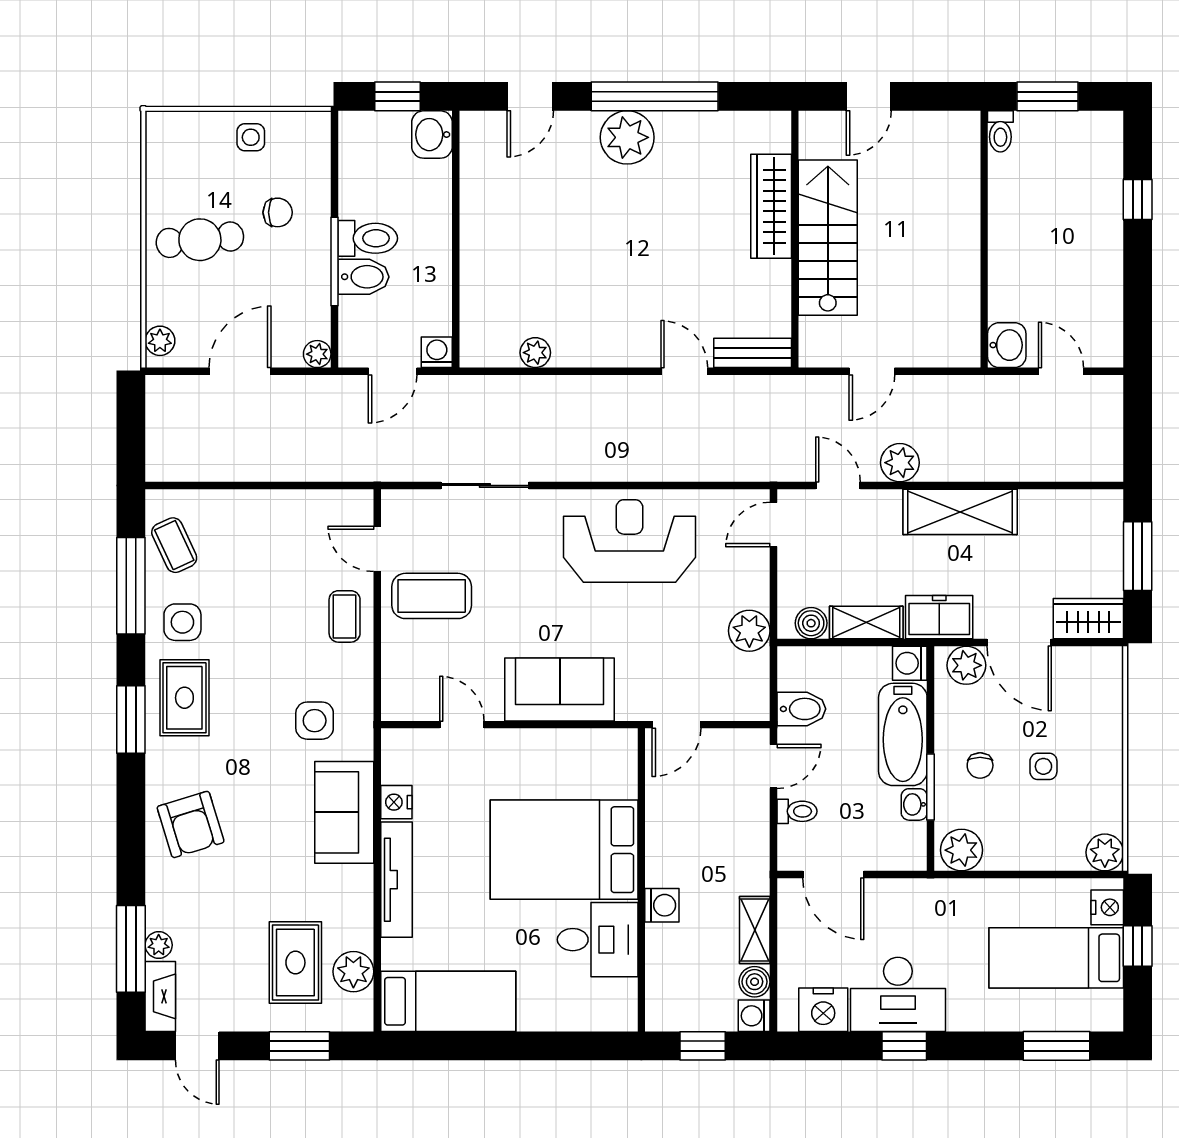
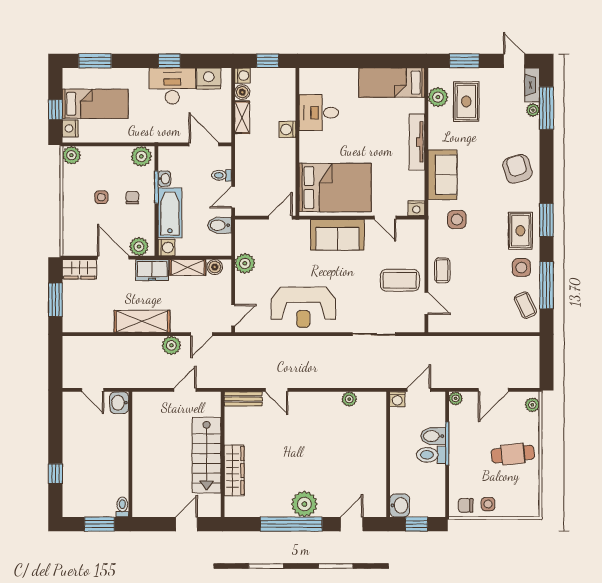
chair: (278, 212) -> (466, 505), moved
door: (838, 485) -> (202, 334), hinge flipped
nightstand: (396, 802) -> (416, 208), moved, turned 90
bed: (564, 850) -> (335, 188), moved

